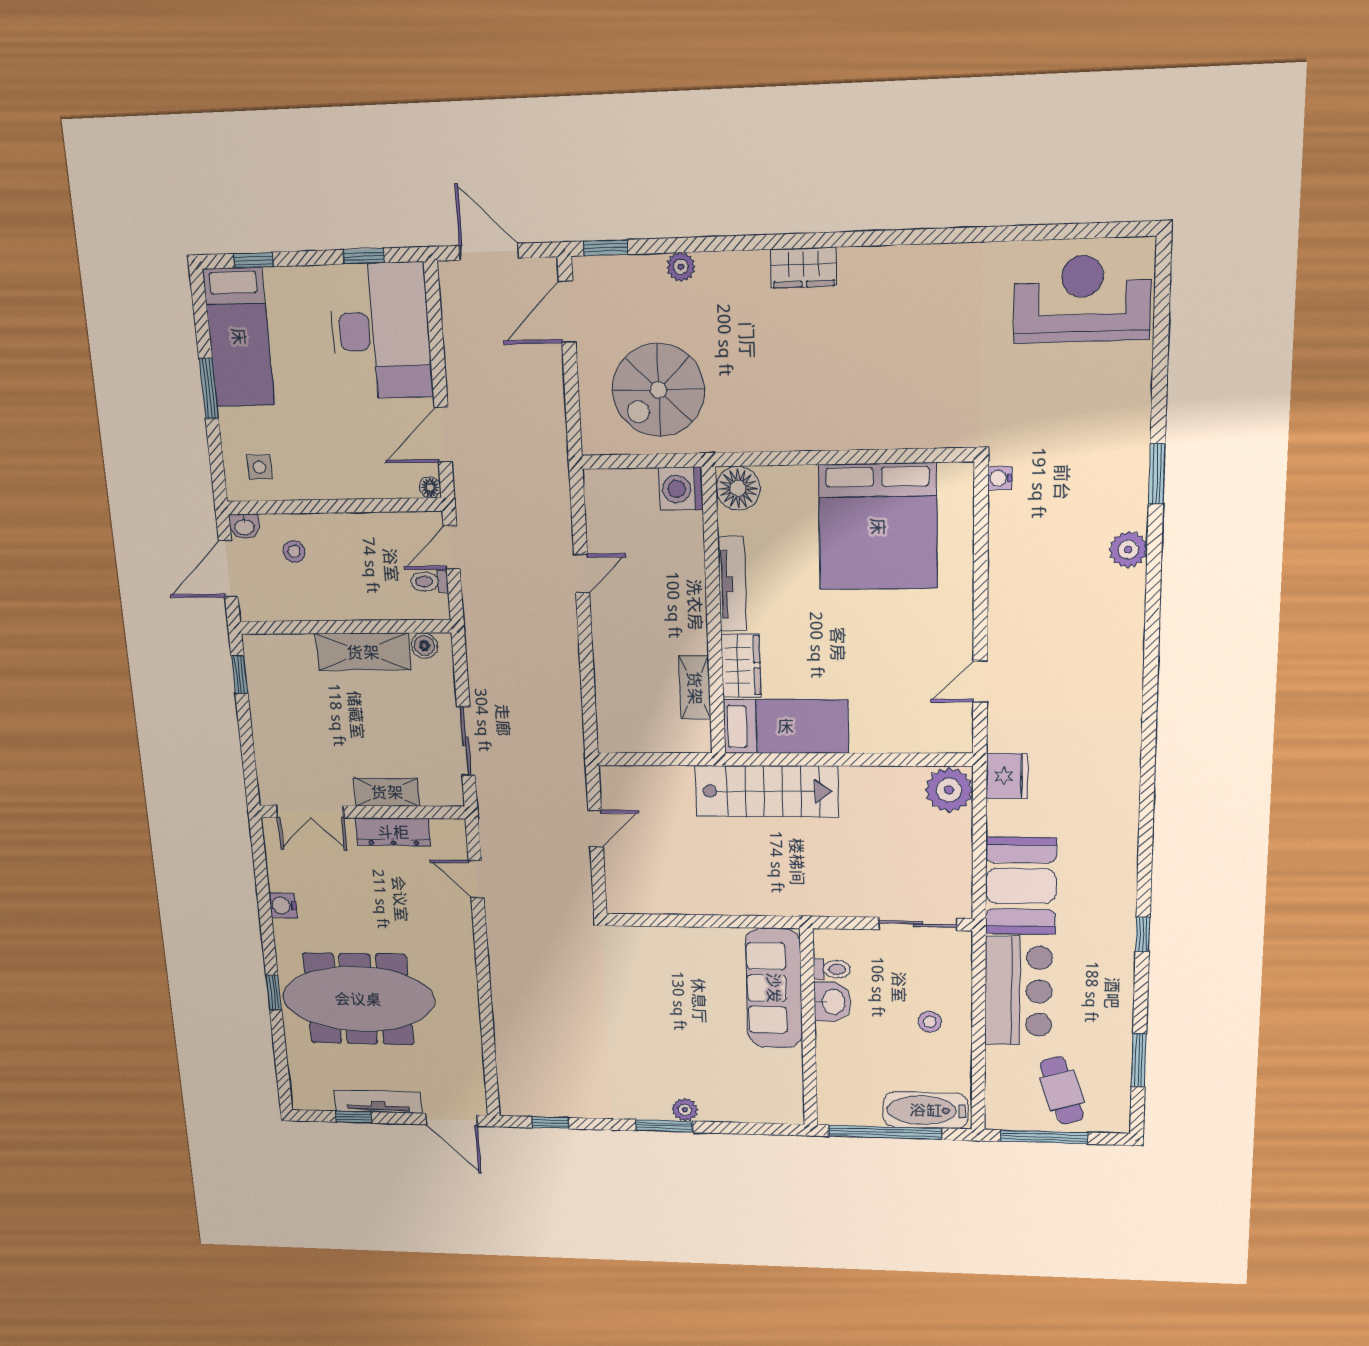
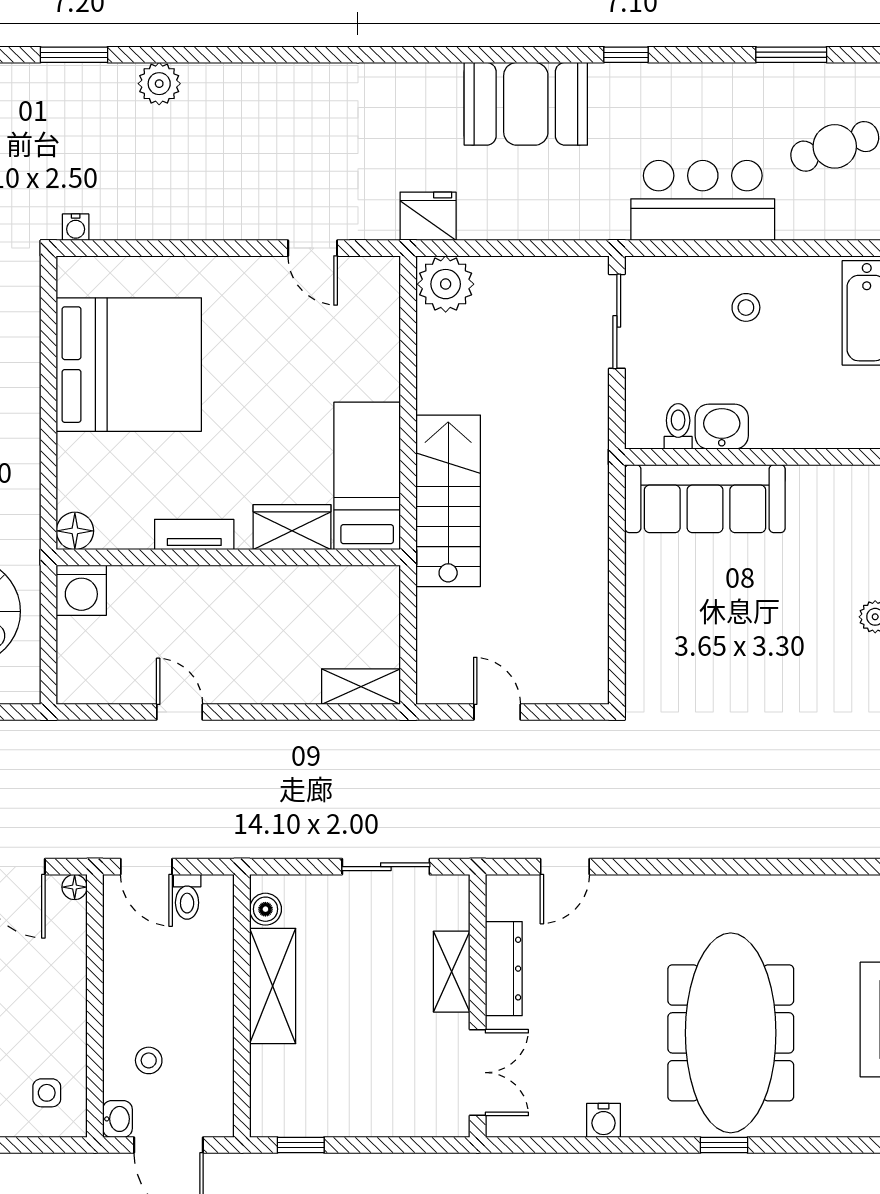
floor lamp: (738, 488) -> (75, 531), width x0.73, depth x0.73
tv unit: (732, 584) -> (194, 534), width x0.71
shelving: (695, 688) -> (361, 687), moved
booth: (1021, 886) -> (526, 104), moved

